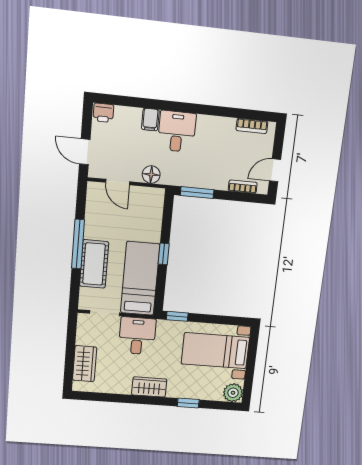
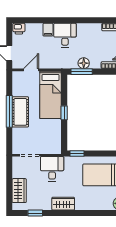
floor lamp: (151, 175) -> (84, 63), moved
door: (118, 182) -> (31, 70), swing flipped
cot: (94, 264) -> (20, 112), moved
bed: (140, 279) -> (51, 95), moved, turned 180
window: (188, 403) -> (35, 213), moved

